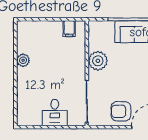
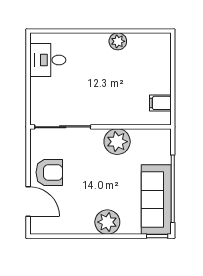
armchair: (121, 111) -> (49, 172), turned 90
desk: (55, 113) -> (48, 60), moved

